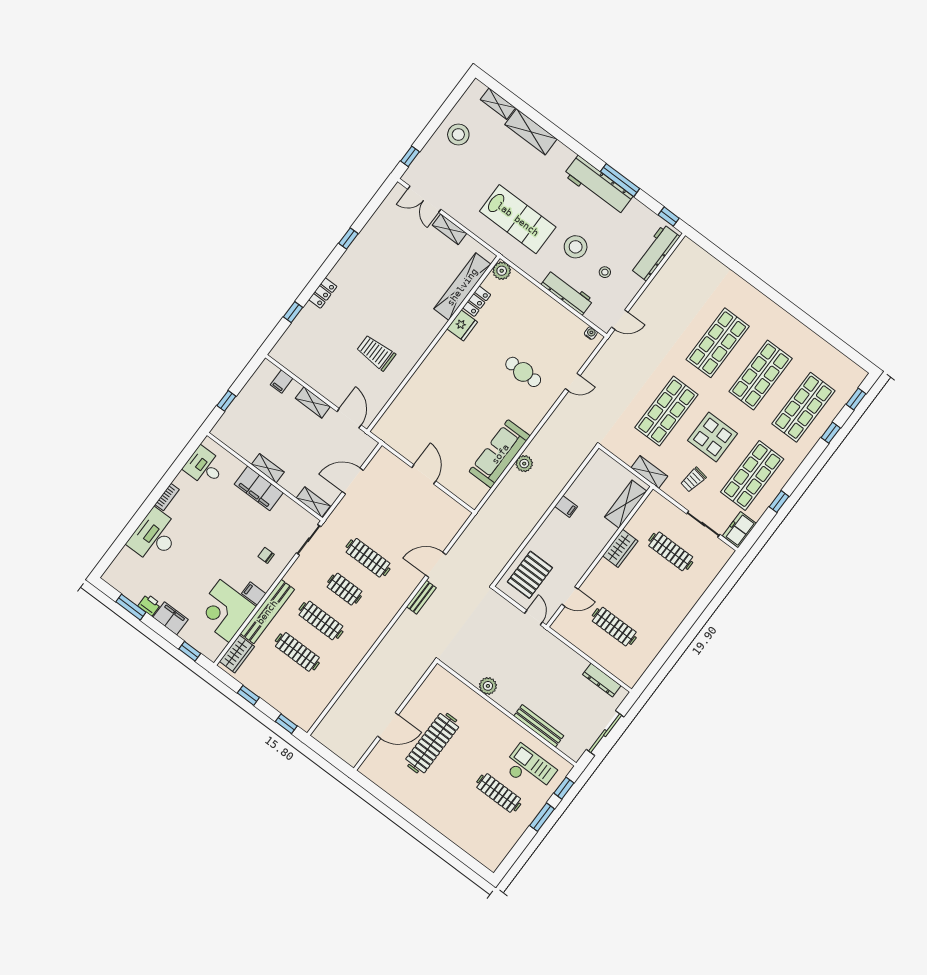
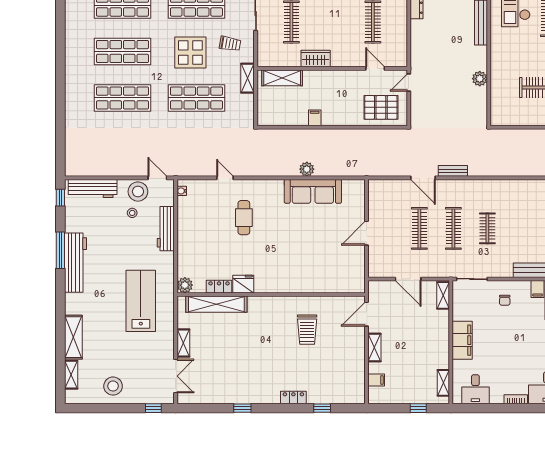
stool: (576, 247) -> (138, 192), moved
shelving: (268, 468) -> (443, 383), moved
clothes rail: (321, 621) -> (419, 228), moved

